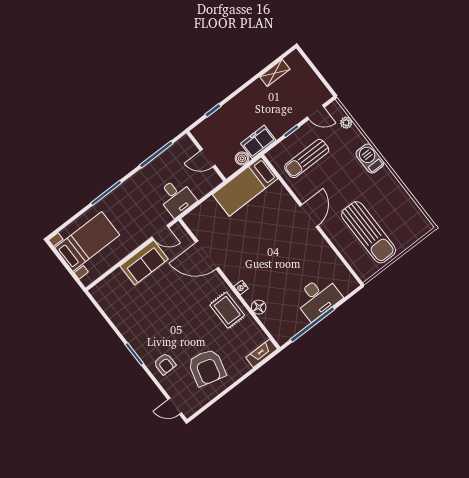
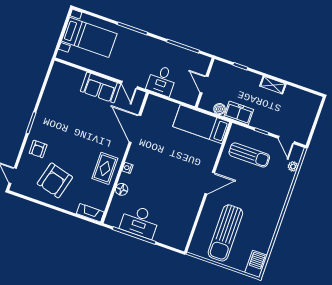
shelving: (275, 73) -> (273, 85), moved
barbecue: (370, 158) -> (256, 264), moved
sun lounger: (307, 159) -> (249, 155), turned 180
desk: (318, 298) -> (140, 221), moved

